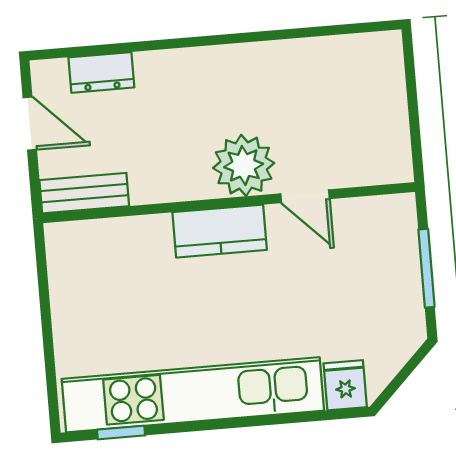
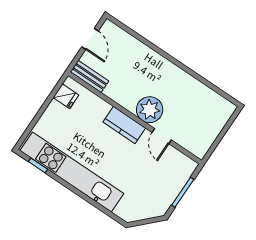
dresser: (101, 72) -> (127, 41), removed
fridge: (345, 385) -> (66, 96), moved, turned 90

